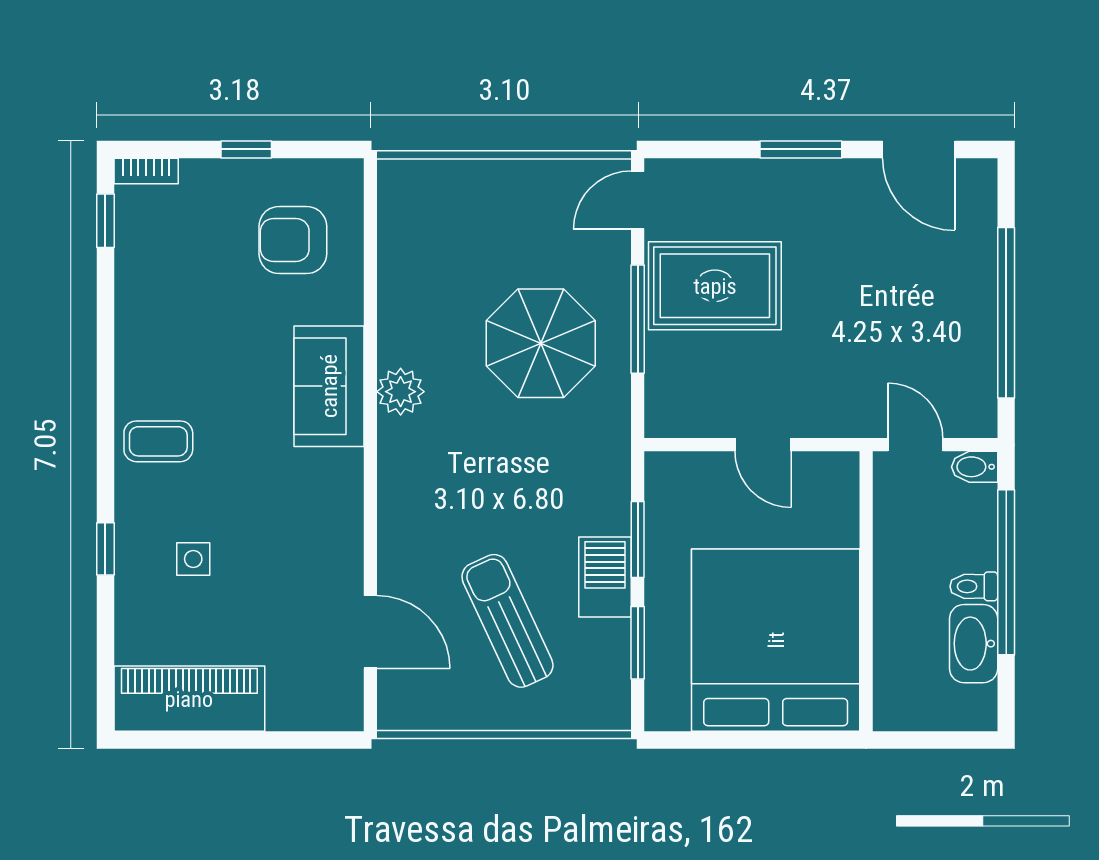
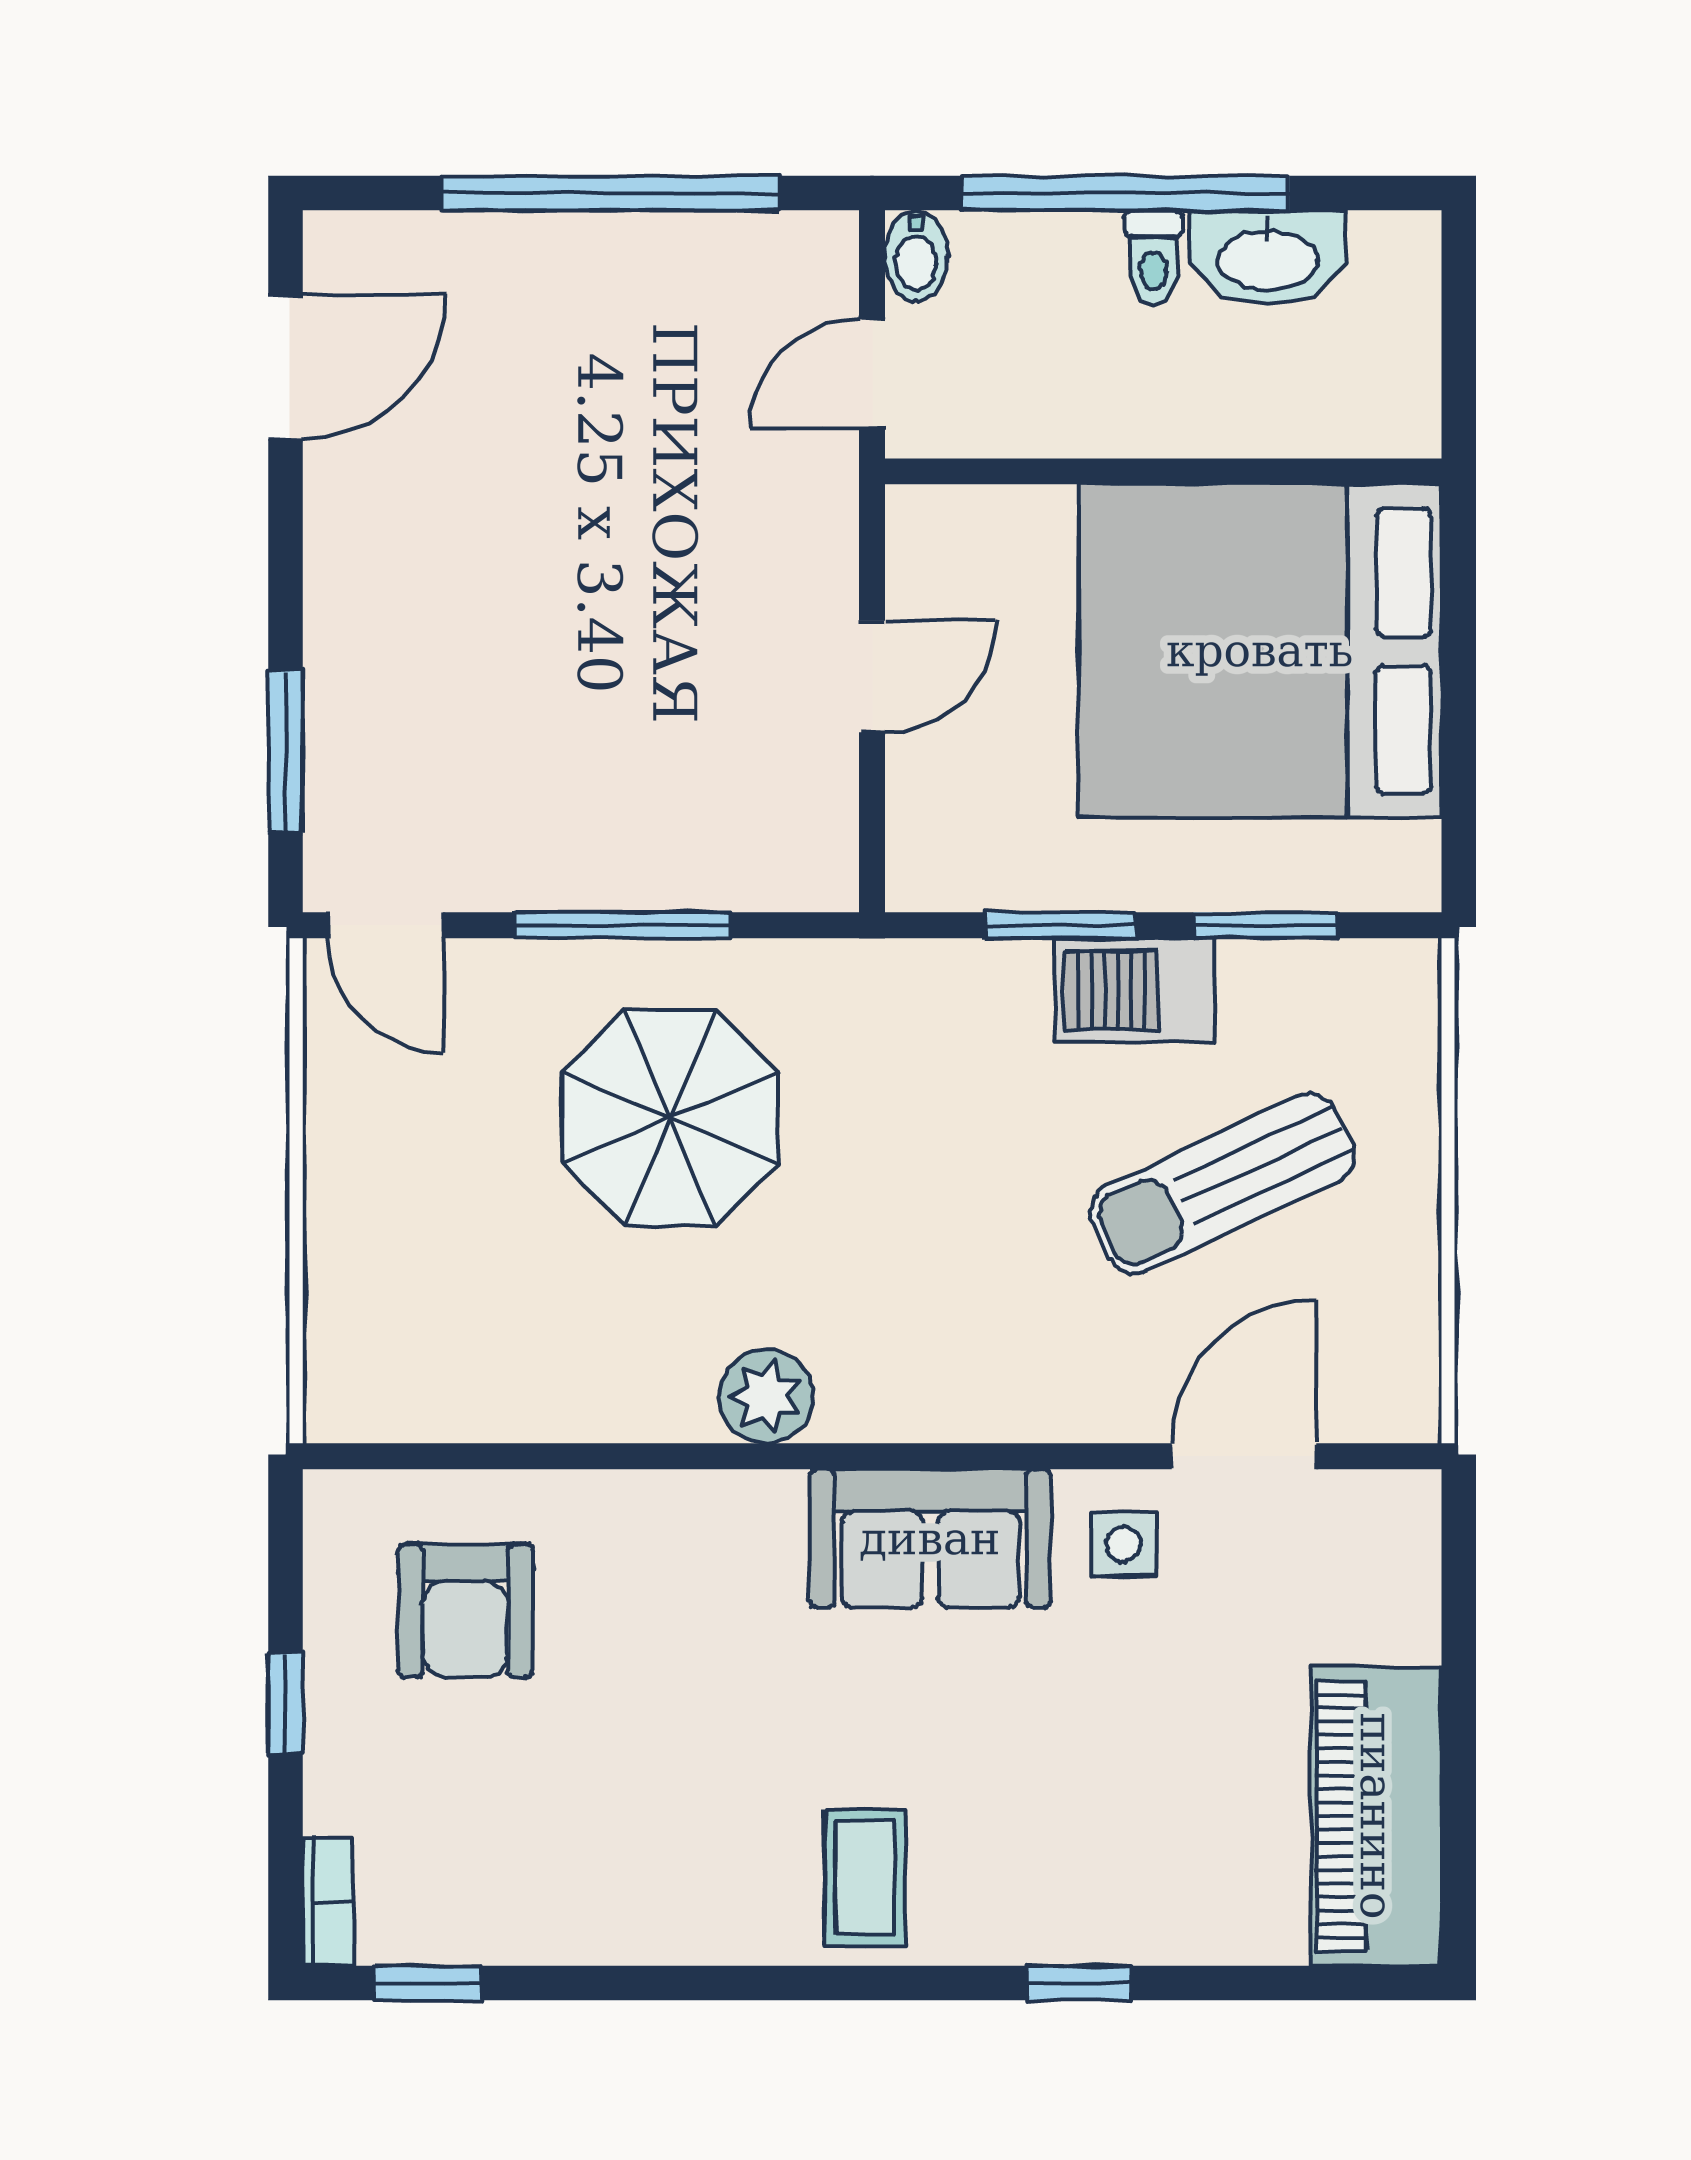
window: (801, 149) -> (285, 752), moved
rug: (715, 286) -> (556, 772), removed
sofa: (329, 386) -> (930, 1539), moved
side table: (193, 559) -> (1123, 1544), moved

